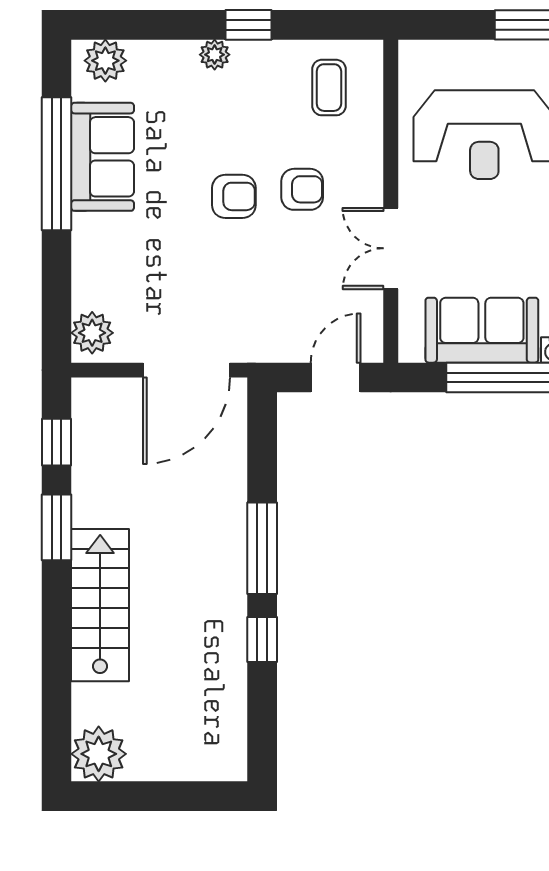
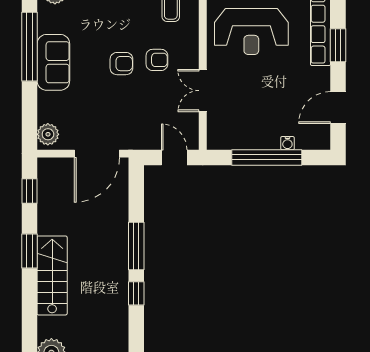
sofa: (103, 157) -> (53, 62), moved
sofa: (482, 330) -> (250, 133), removed
door: (336, 377) -> (174, 157), hinge flipped
window: (57, 527) -> (30, 251), moved

